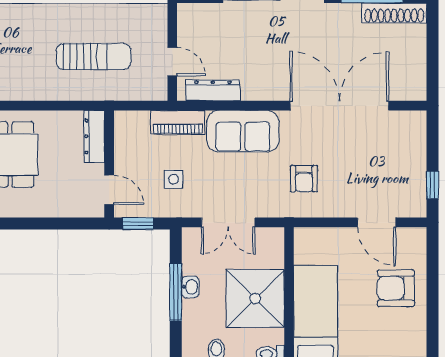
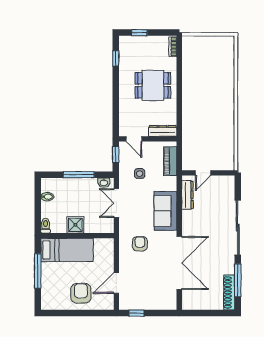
sun lounger: (94, 57) -> (206, 130), removed
piano: (178, 122) -> (170, 161), moved
armchair: (304, 179) -> (140, 244), turned 90
door: (109, 190) -> (134, 139), hinge flipped
washbasin: (190, 287) -> (104, 183), moved
shower: (255, 298) -> (75, 225), width x0.54, depth x0.54

